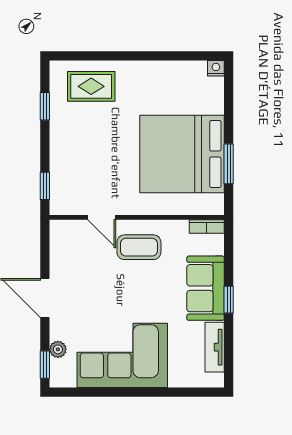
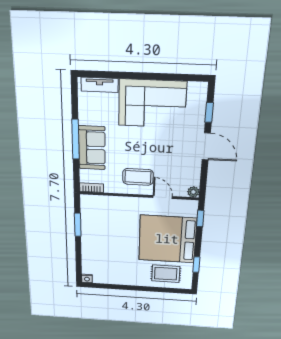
bed: (182, 154) -> (167, 239), moved, turned 180
window: (229, 300) -> (76, 139), width x2.17
tv unit: (215, 347) -> (100, 85), moved, turned 90
plant: (58, 349) -> (193, 192), moved
window: (45, 365) -> (209, 112), moved

